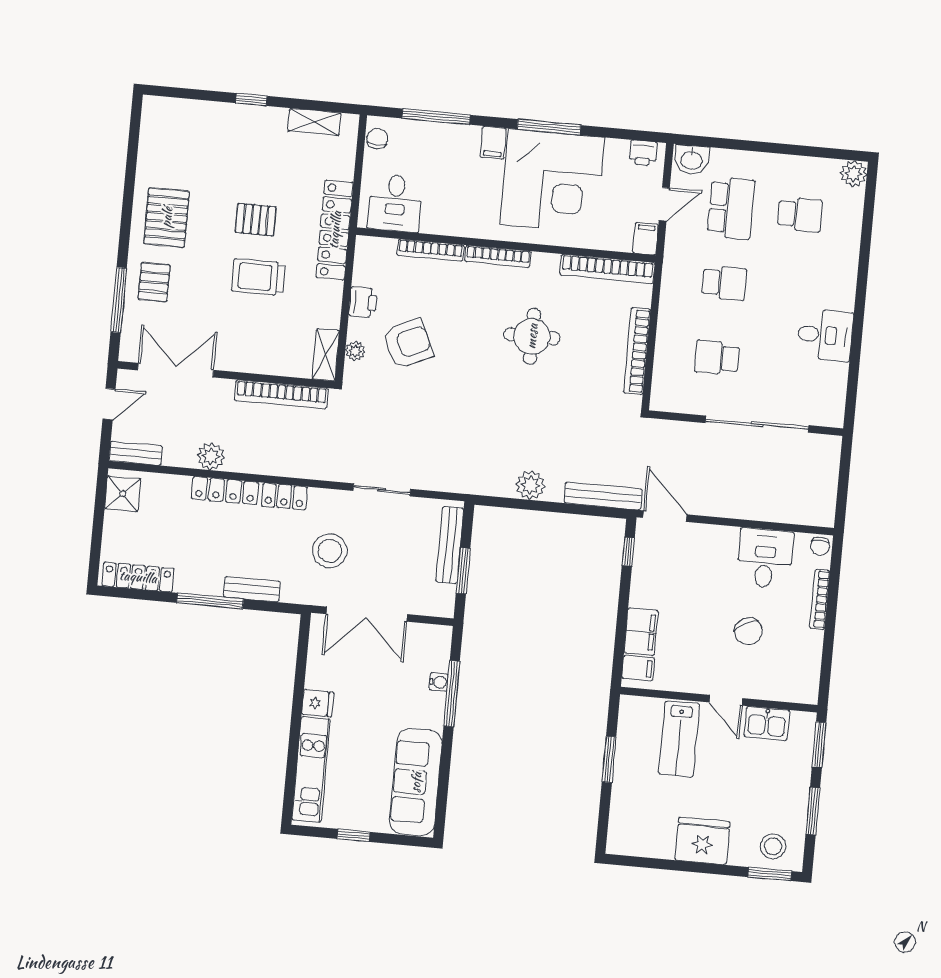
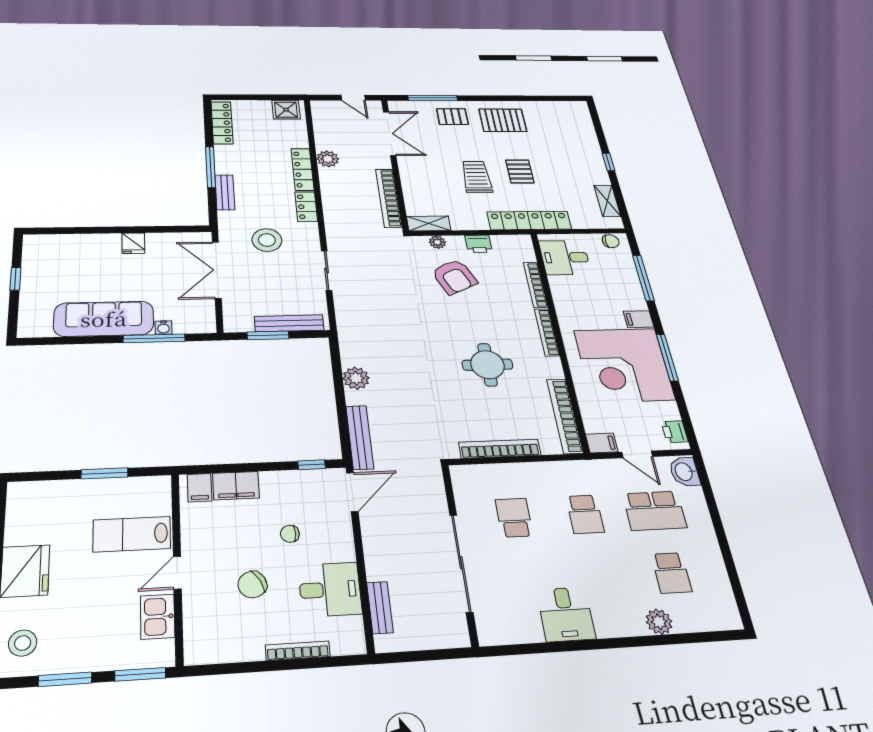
plant: (854, 174) -> (659, 622), moved
bench: (136, 453) -> (380, 607), moved
chair: (820, 546) -> (290, 534), moved
kitchen unit: (311, 769) -> (74, 244), removed
sofa: (416, 782) -> (104, 319), moved

